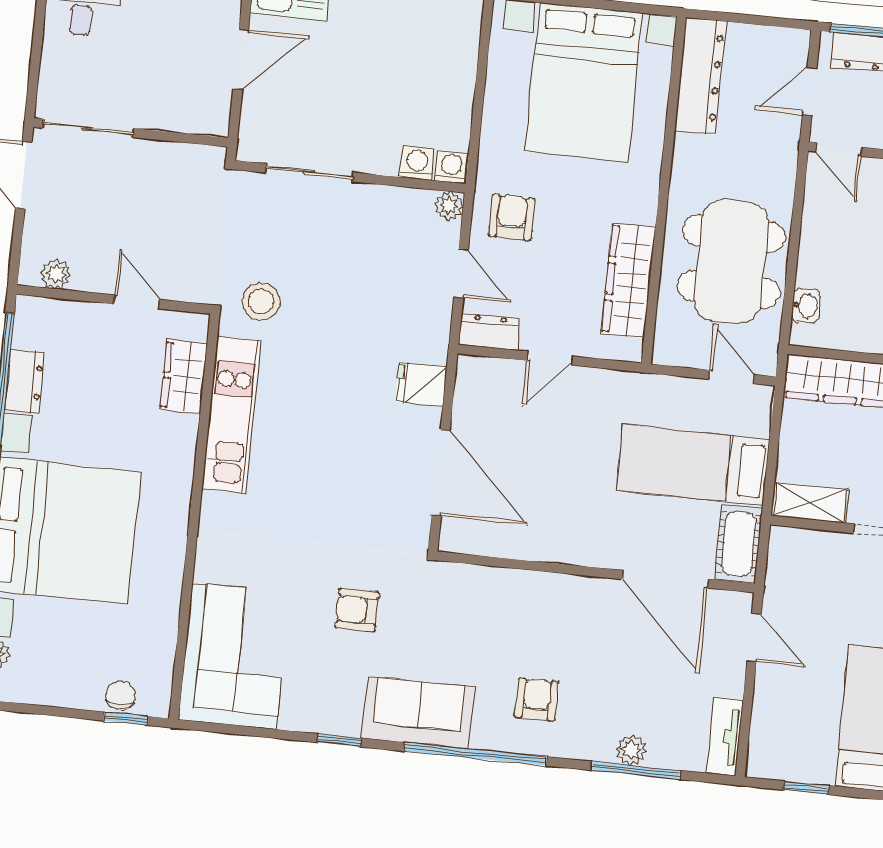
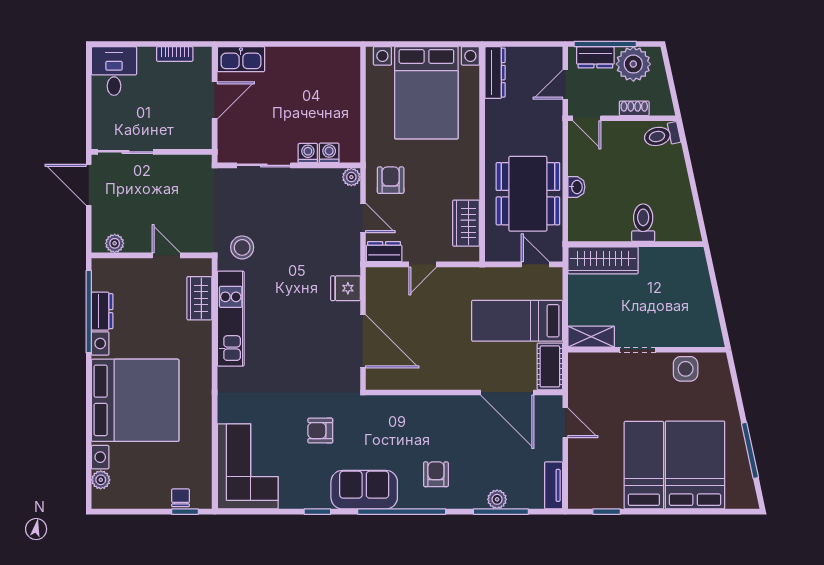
dresser: (700, 76) -> (495, 73), width x0.73, depth x0.80
washing machine: (451, 167) -> (308, 153), moved
wardrobe: (628, 280) -> (466, 223), width x0.67
washbasin: (806, 306) -> (576, 187), moved

